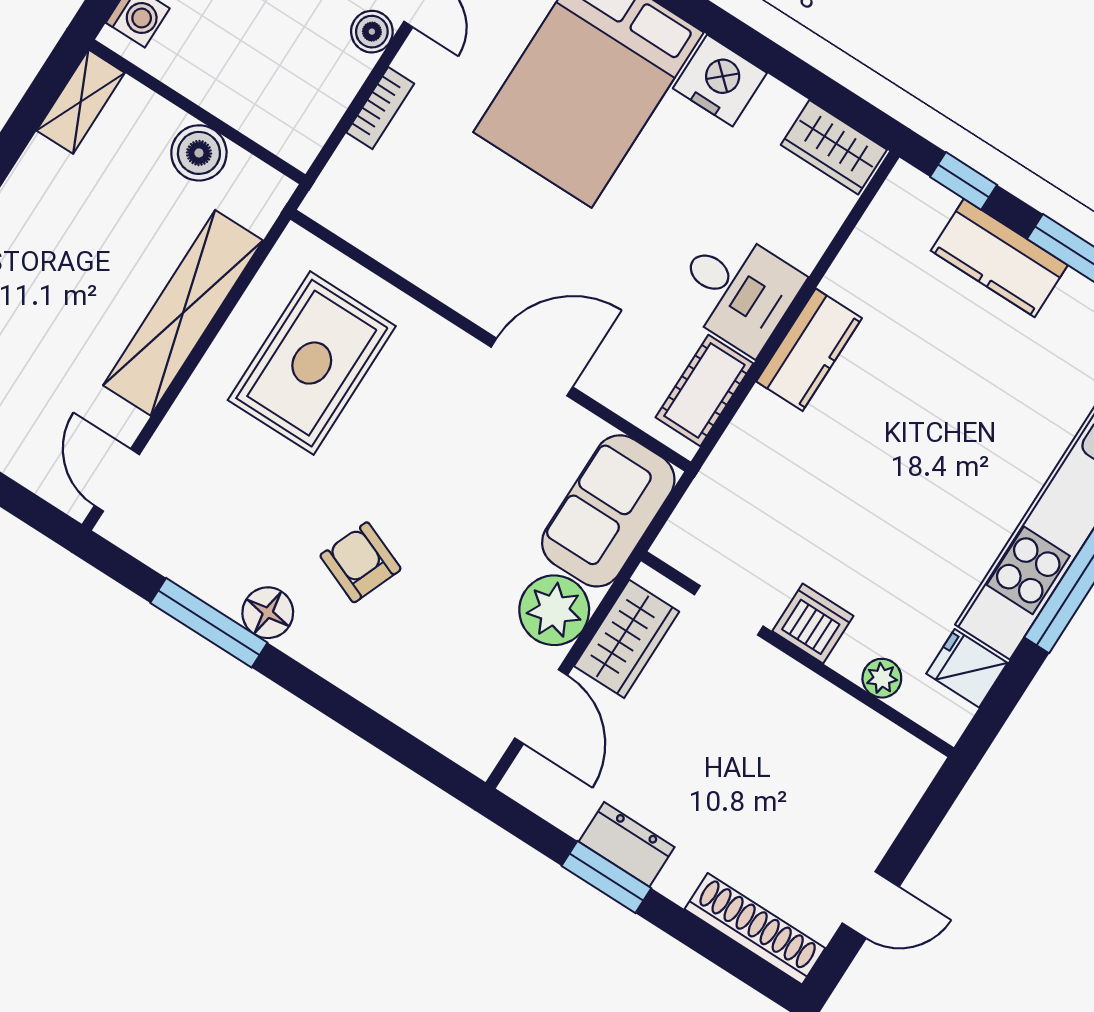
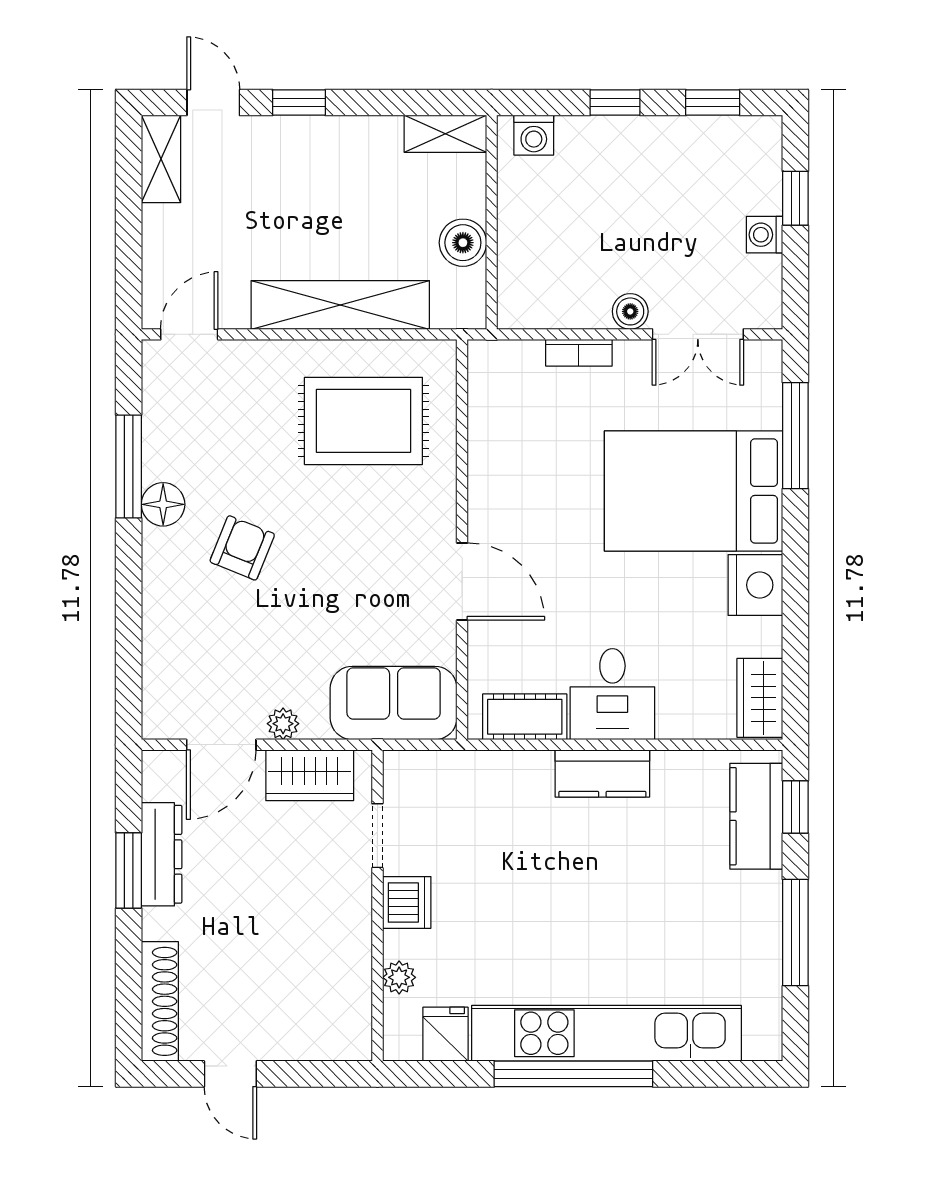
kitchen counter: (999, 258) -> (756, 816), moved
plant: (554, 610) -> (283, 724), width x0.53, depth x0.53
dresser: (627, 844) -> (162, 854), width x1.44

